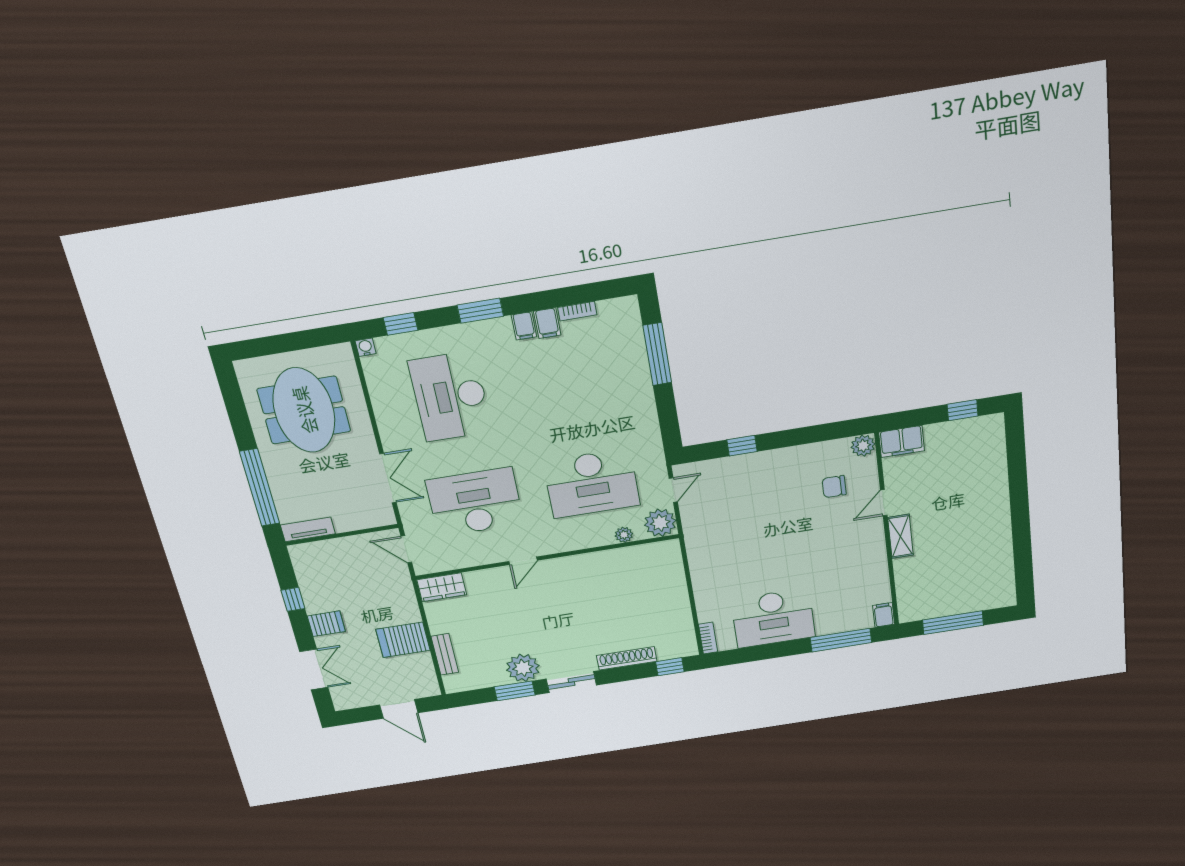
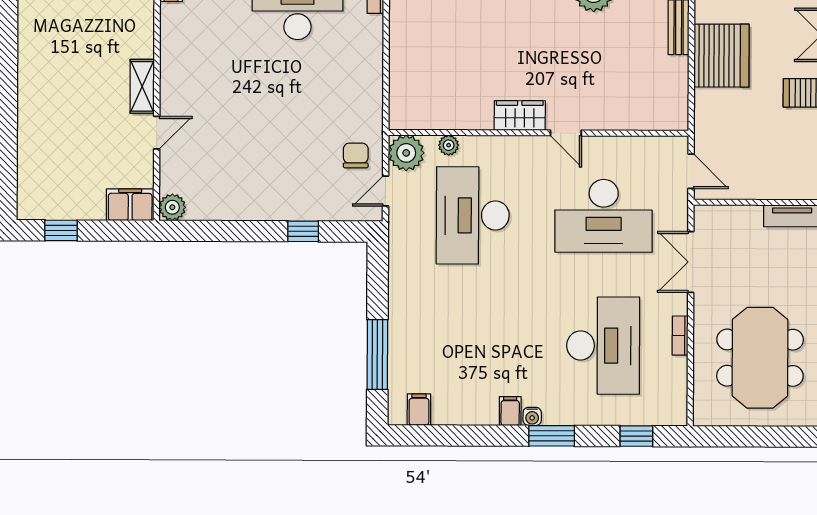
bookcase: (577, 311) -> (680, 336), moved, turned -90
filing cabinet: (547, 323) -> (419, 409), moved
water cooler: (366, 347) -> (532, 416), moved
desk: (592, 483) -> (473, 215), turned -90
chair: (834, 487) -> (356, 155), moved, turned -90
door: (523, 561) -> (566, 133), swing flipped
wardrobe: (442, 587) -> (520, 115), moved
server rack: (403, 640) -> (722, 56), width x1.60

